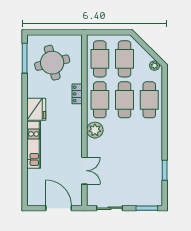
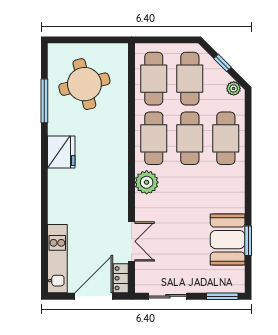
window: (147, 48) -> (222, 63), added
window: (25, 58) -> (44, 101), moved
locker: (77, 94) -> (121, 278), moved
kitchen unit: (34, 145) -> (57, 259), moved
booth: (150, 169) -> (228, 240), added
door: (59, 208) -> (94, 296), hinge flipped

